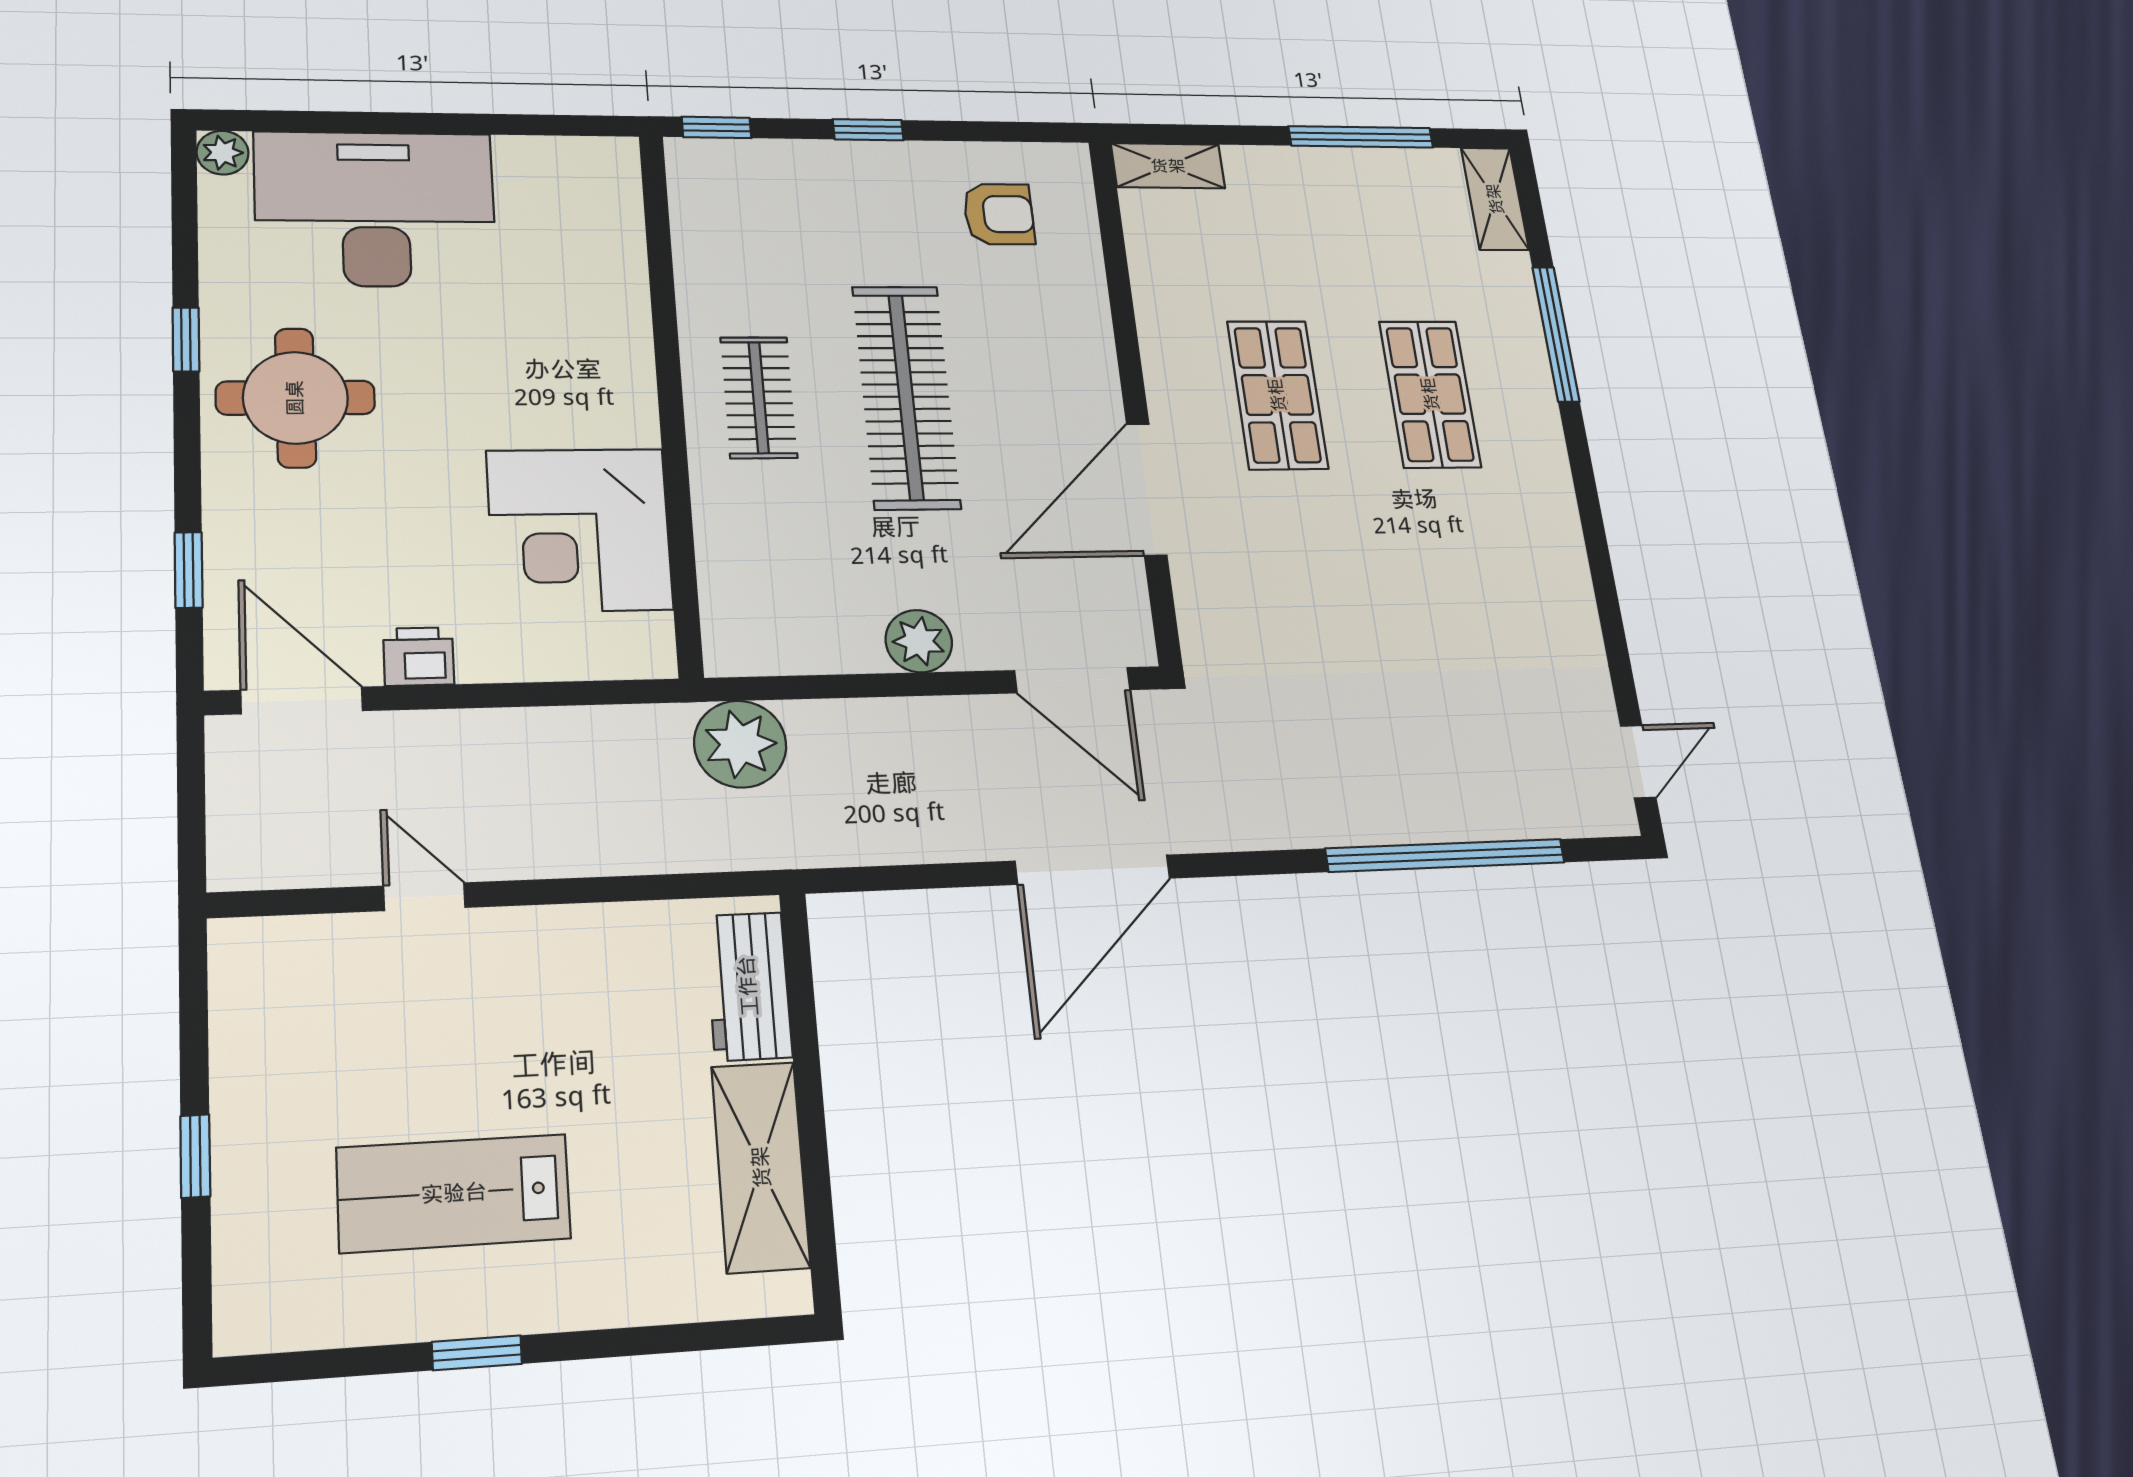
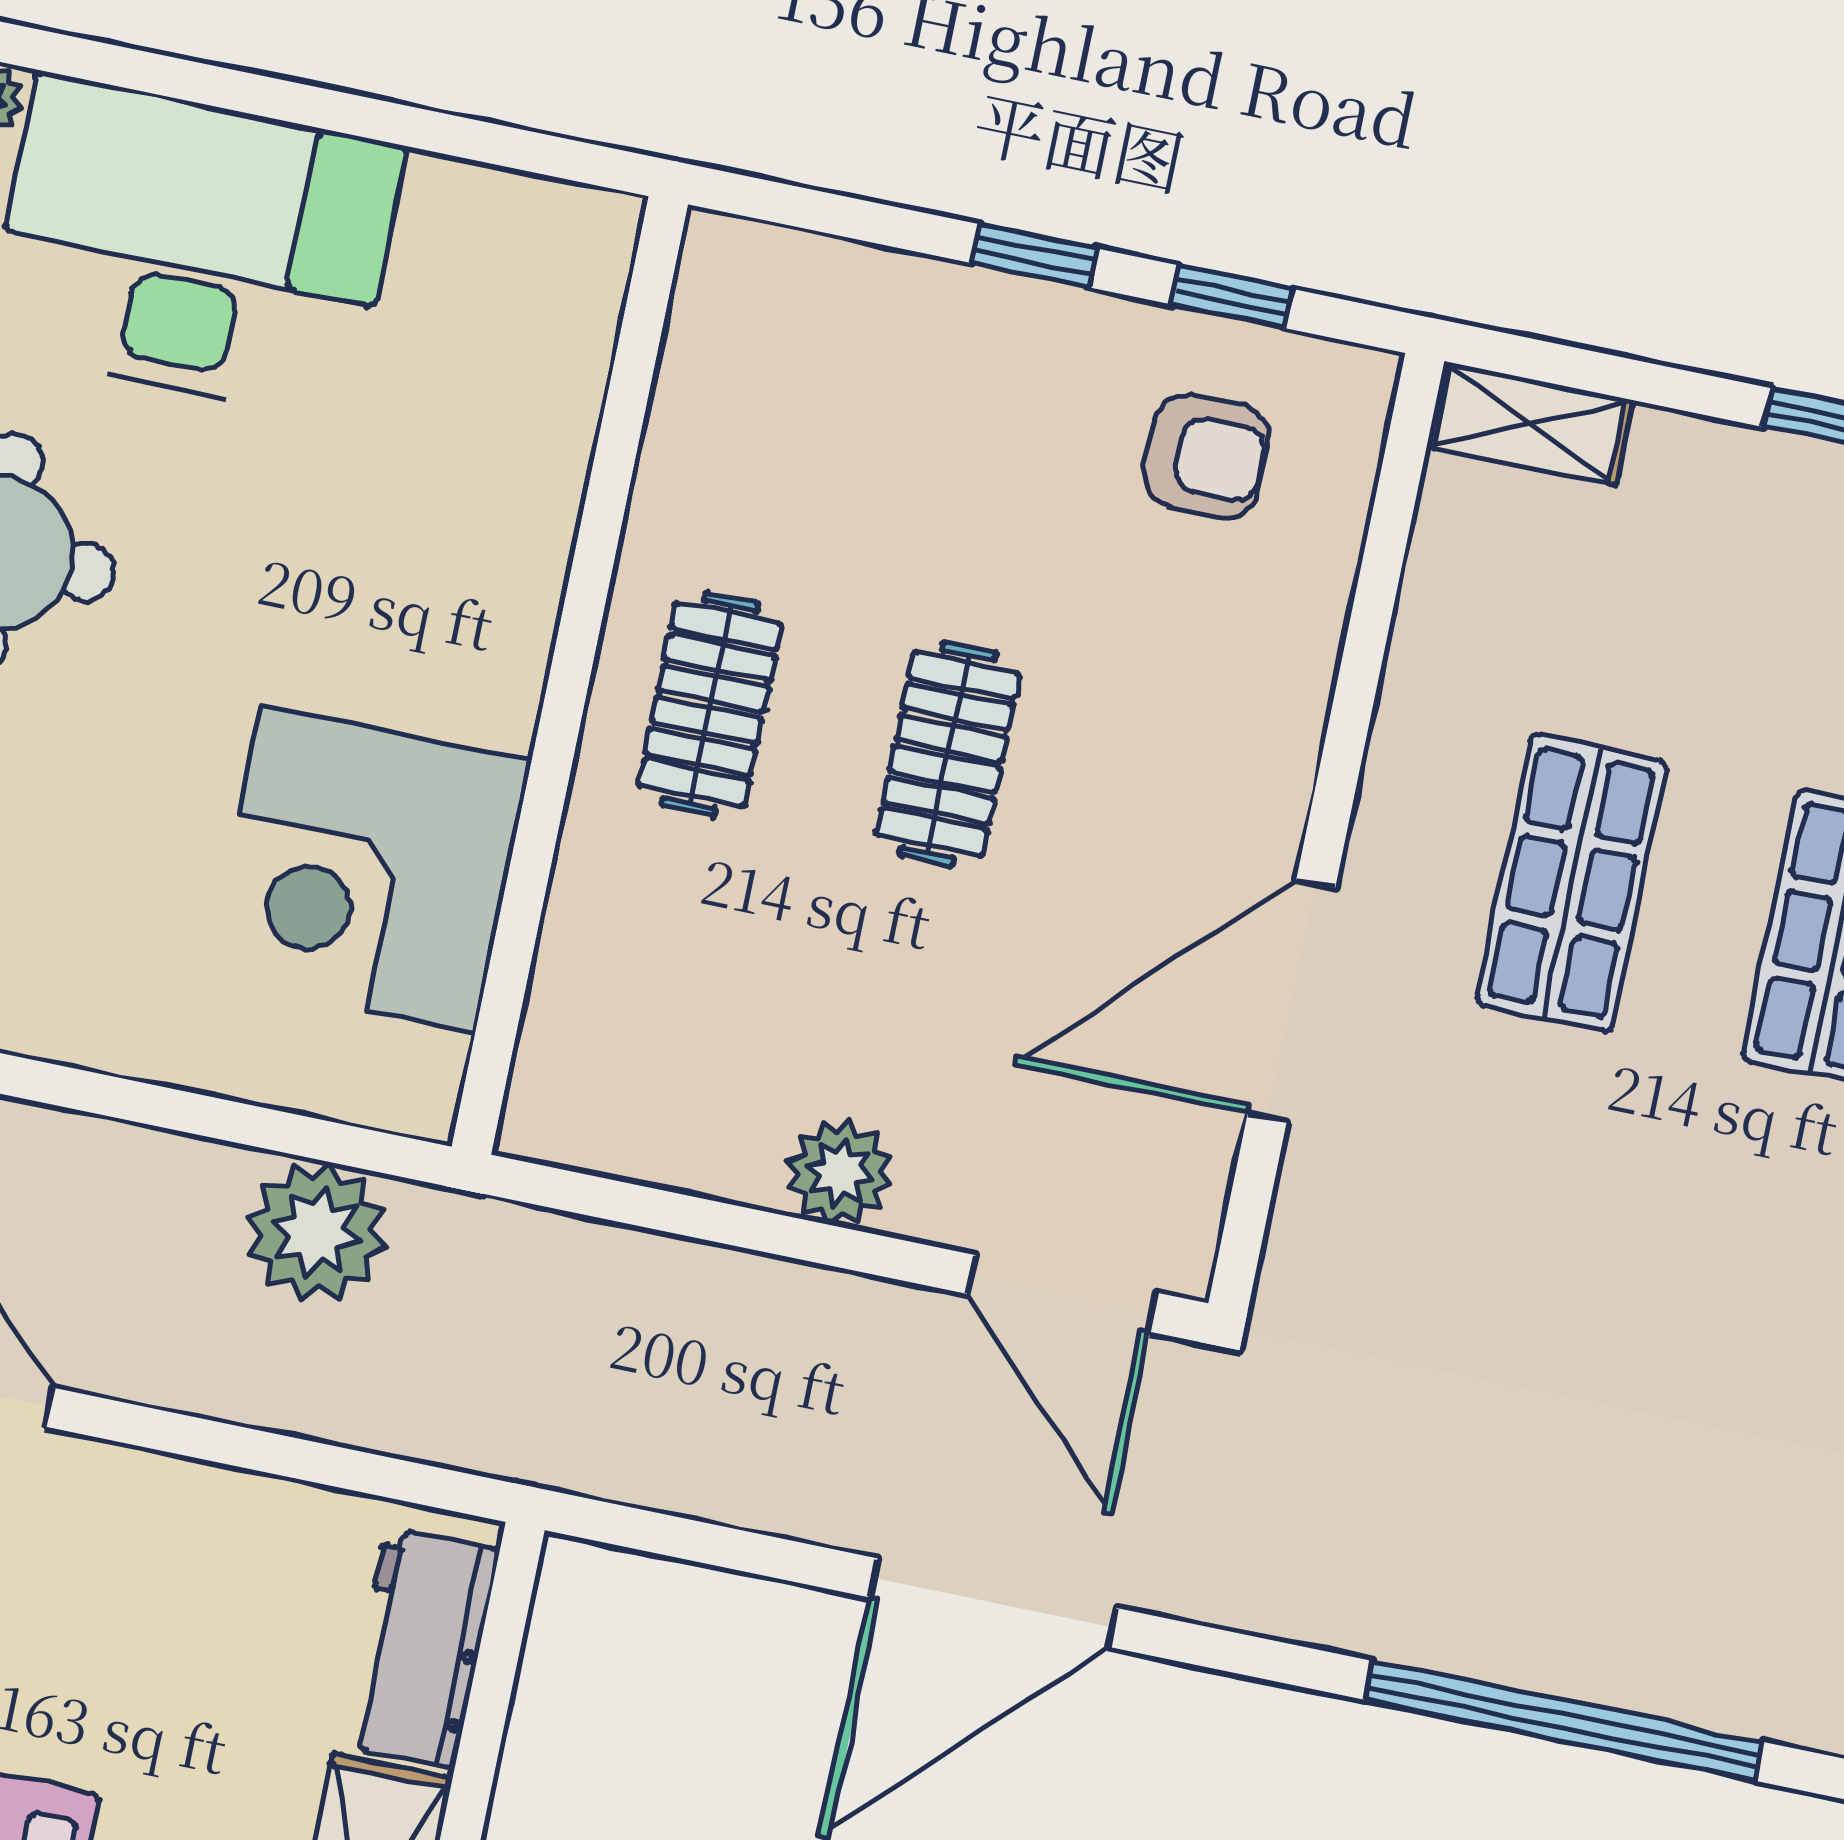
window: (717, 127) -> (1232, 297), moved
clothes rail: (906, 397) -> (948, 754), width x0.54, depth x0.76
printer: (419, 657) -> (75, 1021), removed
plant: (740, 744) -> (316, 1232), moved

